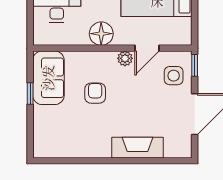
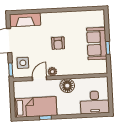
sofa: (48, 78) -> (97, 44), moved
armchair: (95, 93) -> (58, 43), moved
fireplace: (137, 148) -> (25, 20), moved

